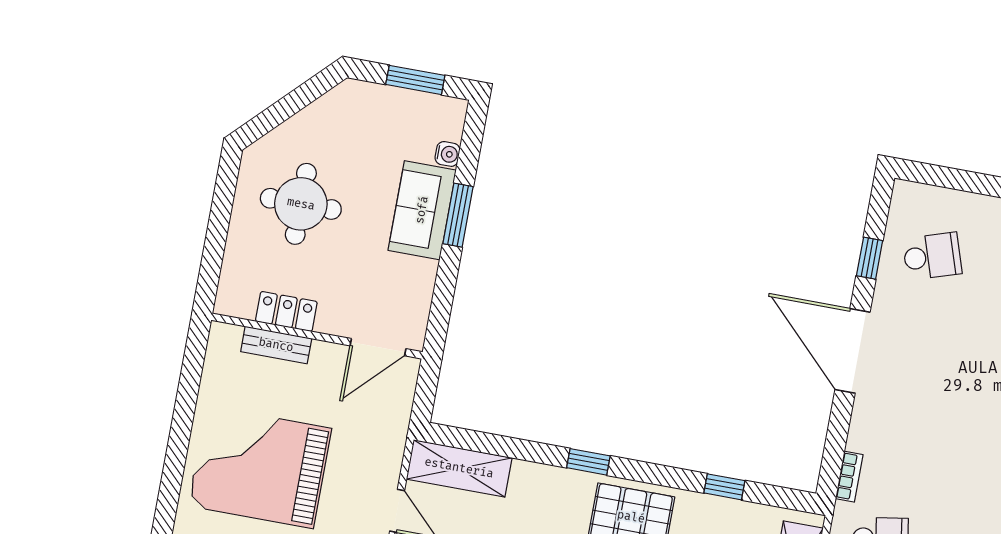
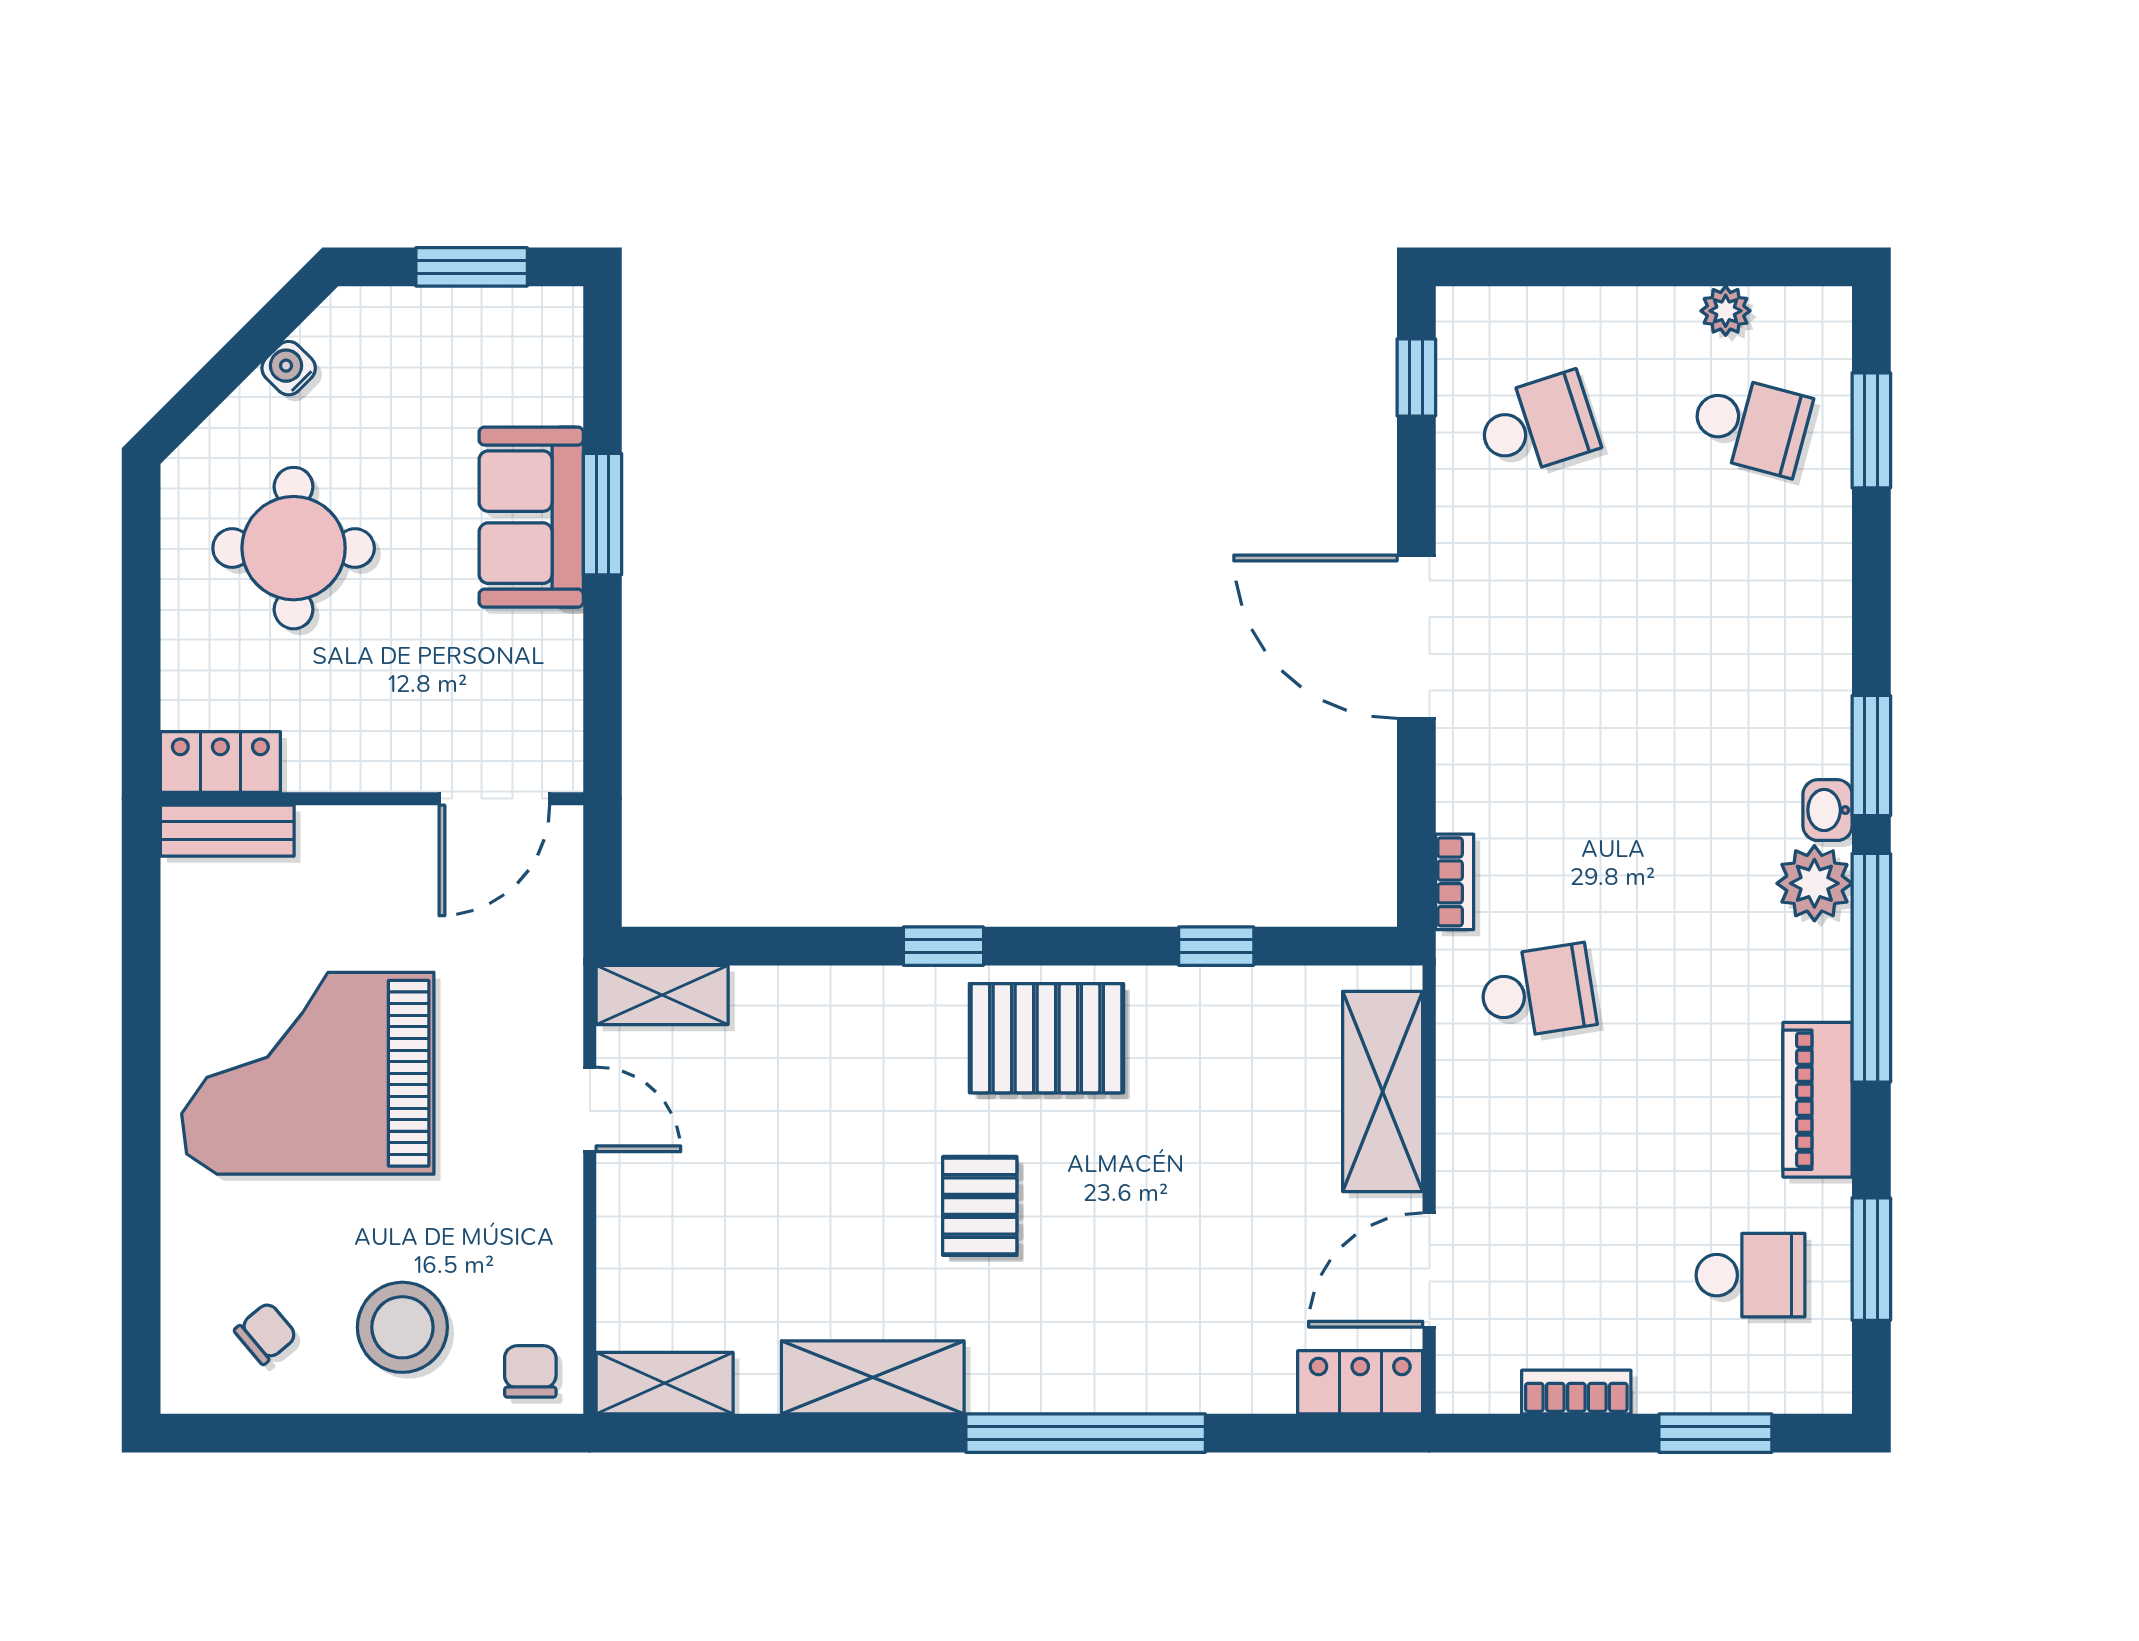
water cooler: (447, 154) -> (289, 368), moved, turned -135
window: (870, 258) -> (1416, 377), moved
locker: (286, 311) -> (220, 762), moved
bench: (276, 345) -> (227, 831), moved
shelving: (459, 468) -> (662, 995), width x0.67, depth x0.75

